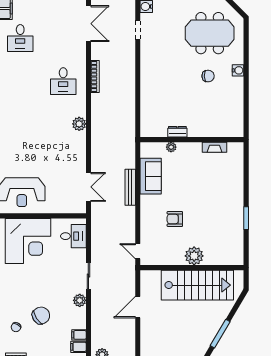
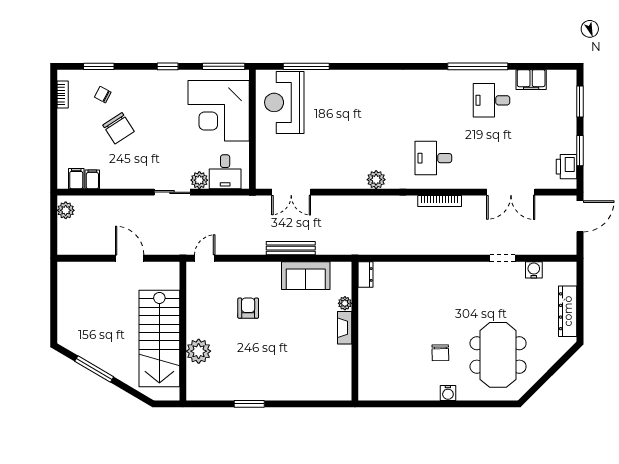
dresser: (177, 132) -> (366, 274), moved
fireplace: (215, 147) -> (345, 328), moved
plant: (194, 256) -> (199, 351), moved
plant: (80, 300) -> (199, 180), moved

